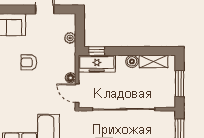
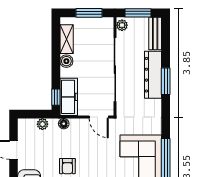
floor lamp: (71, 78) -> (64, 124), moved
door: (77, 93) -> (99, 117), hinge flipped
plant: (167, 116) -> (122, 25), added

